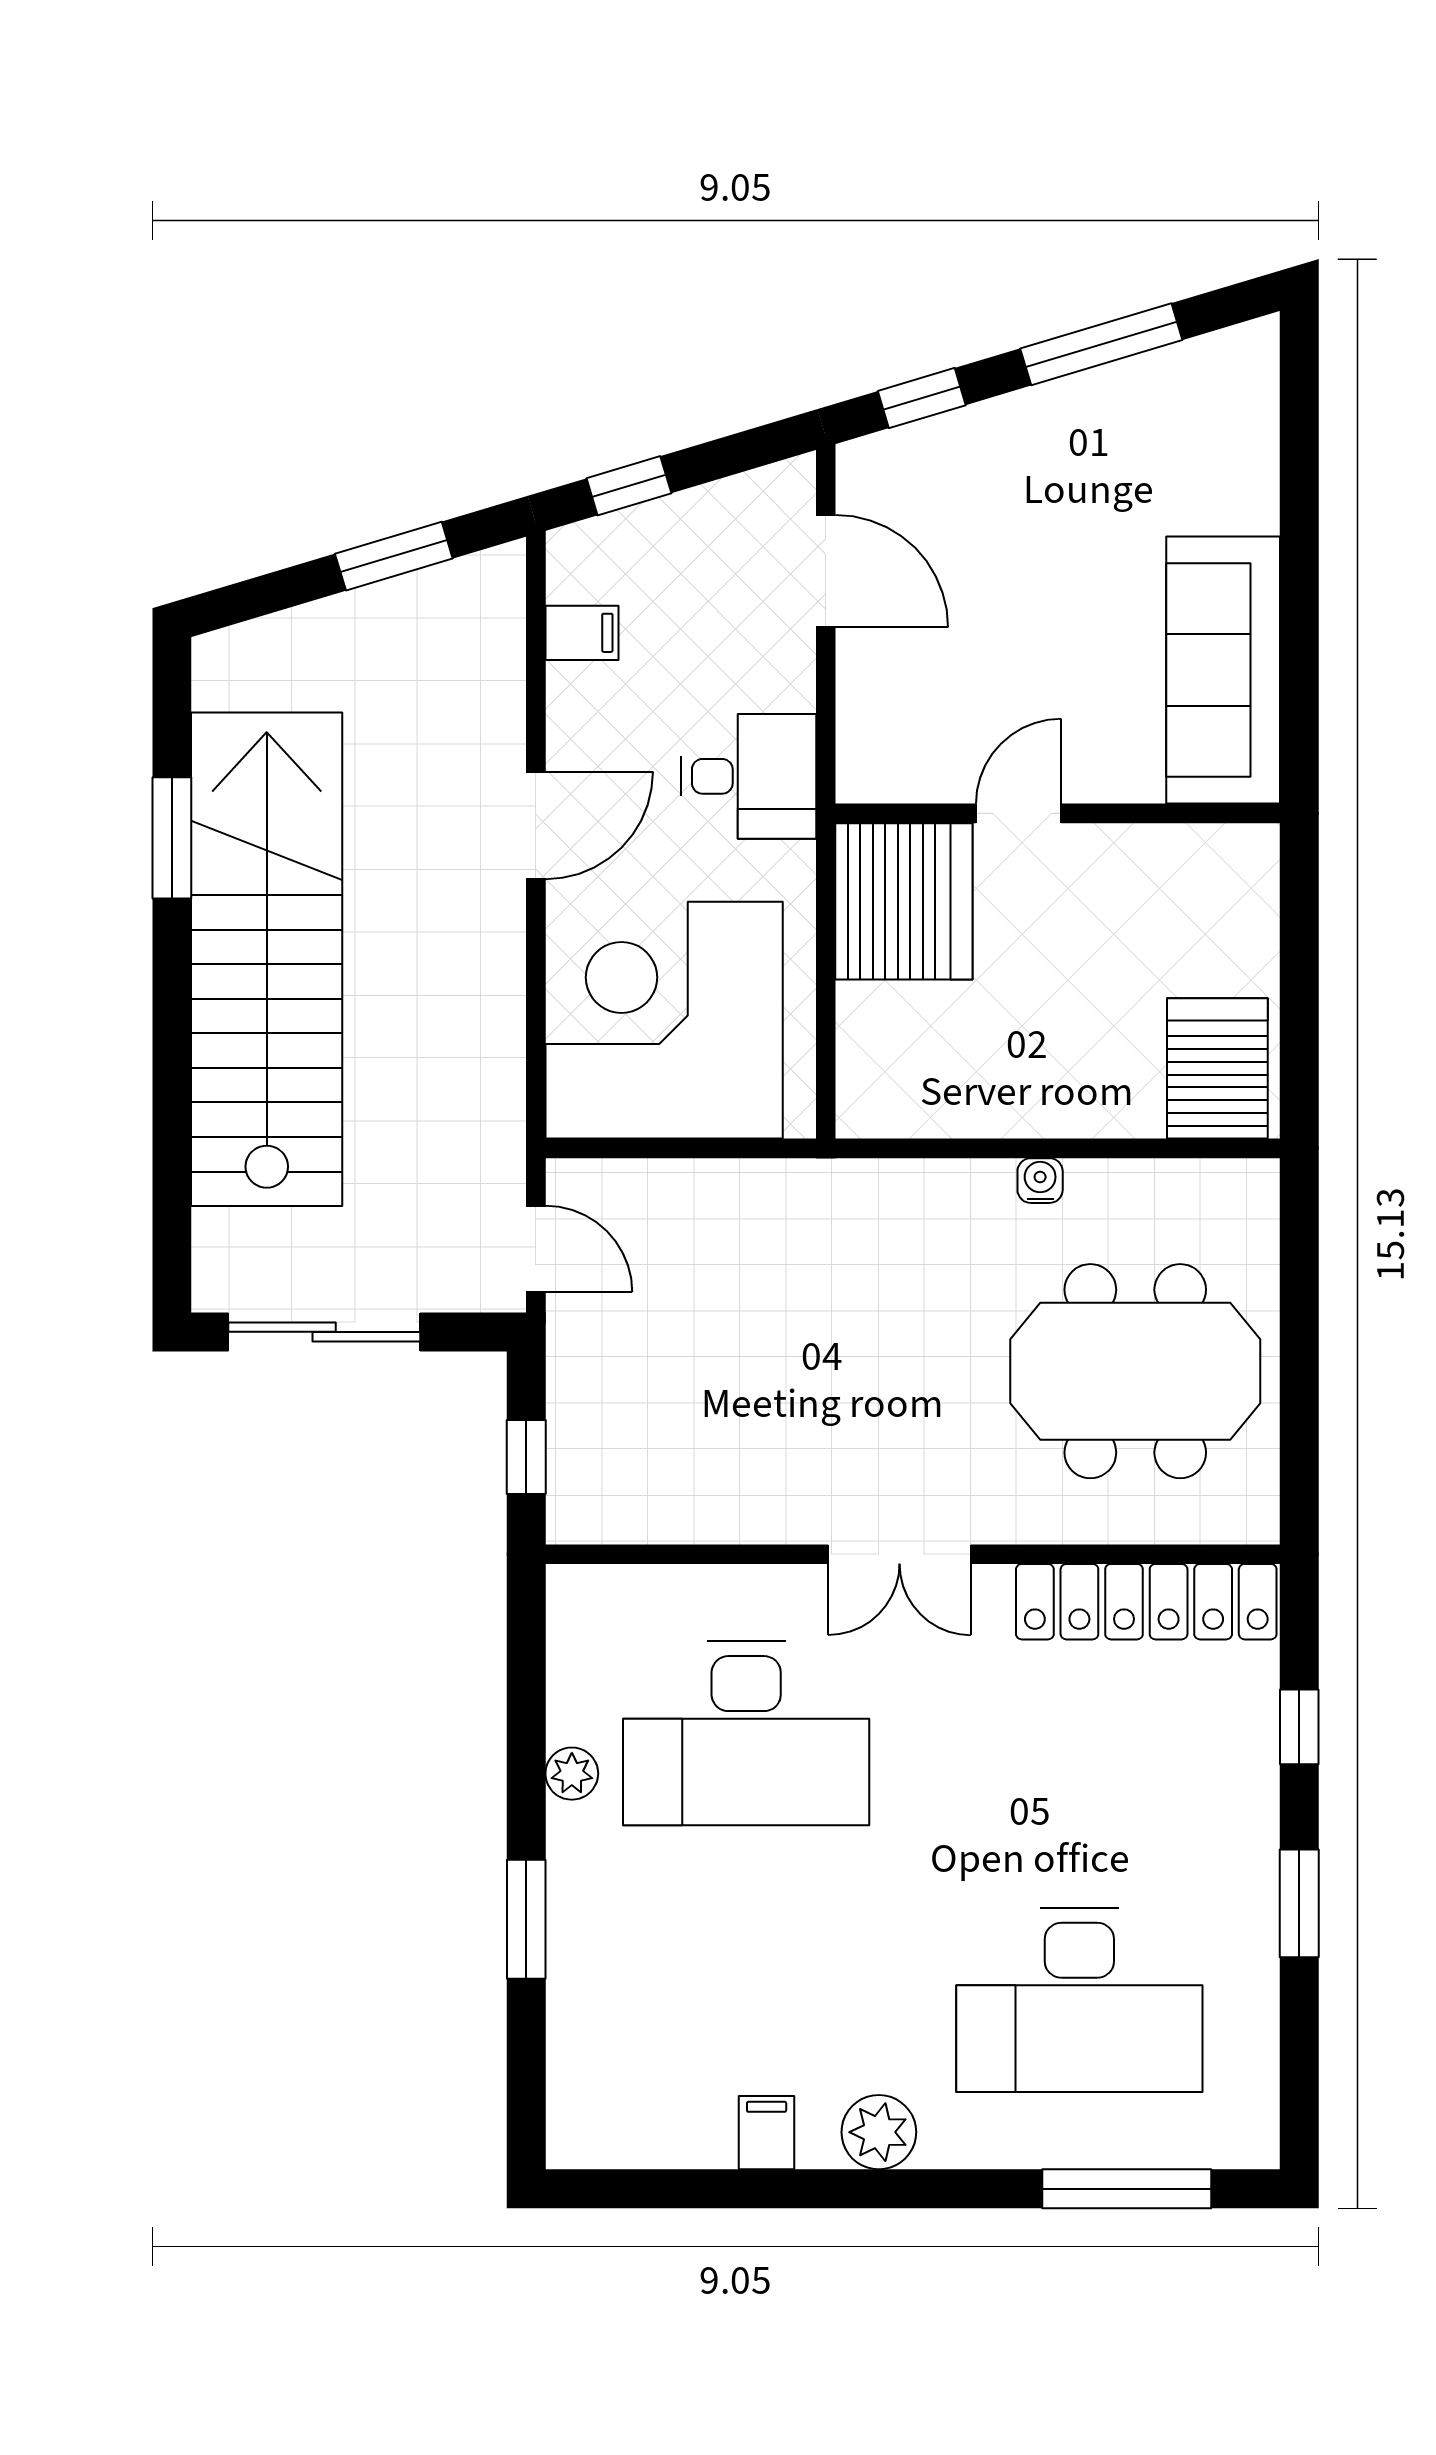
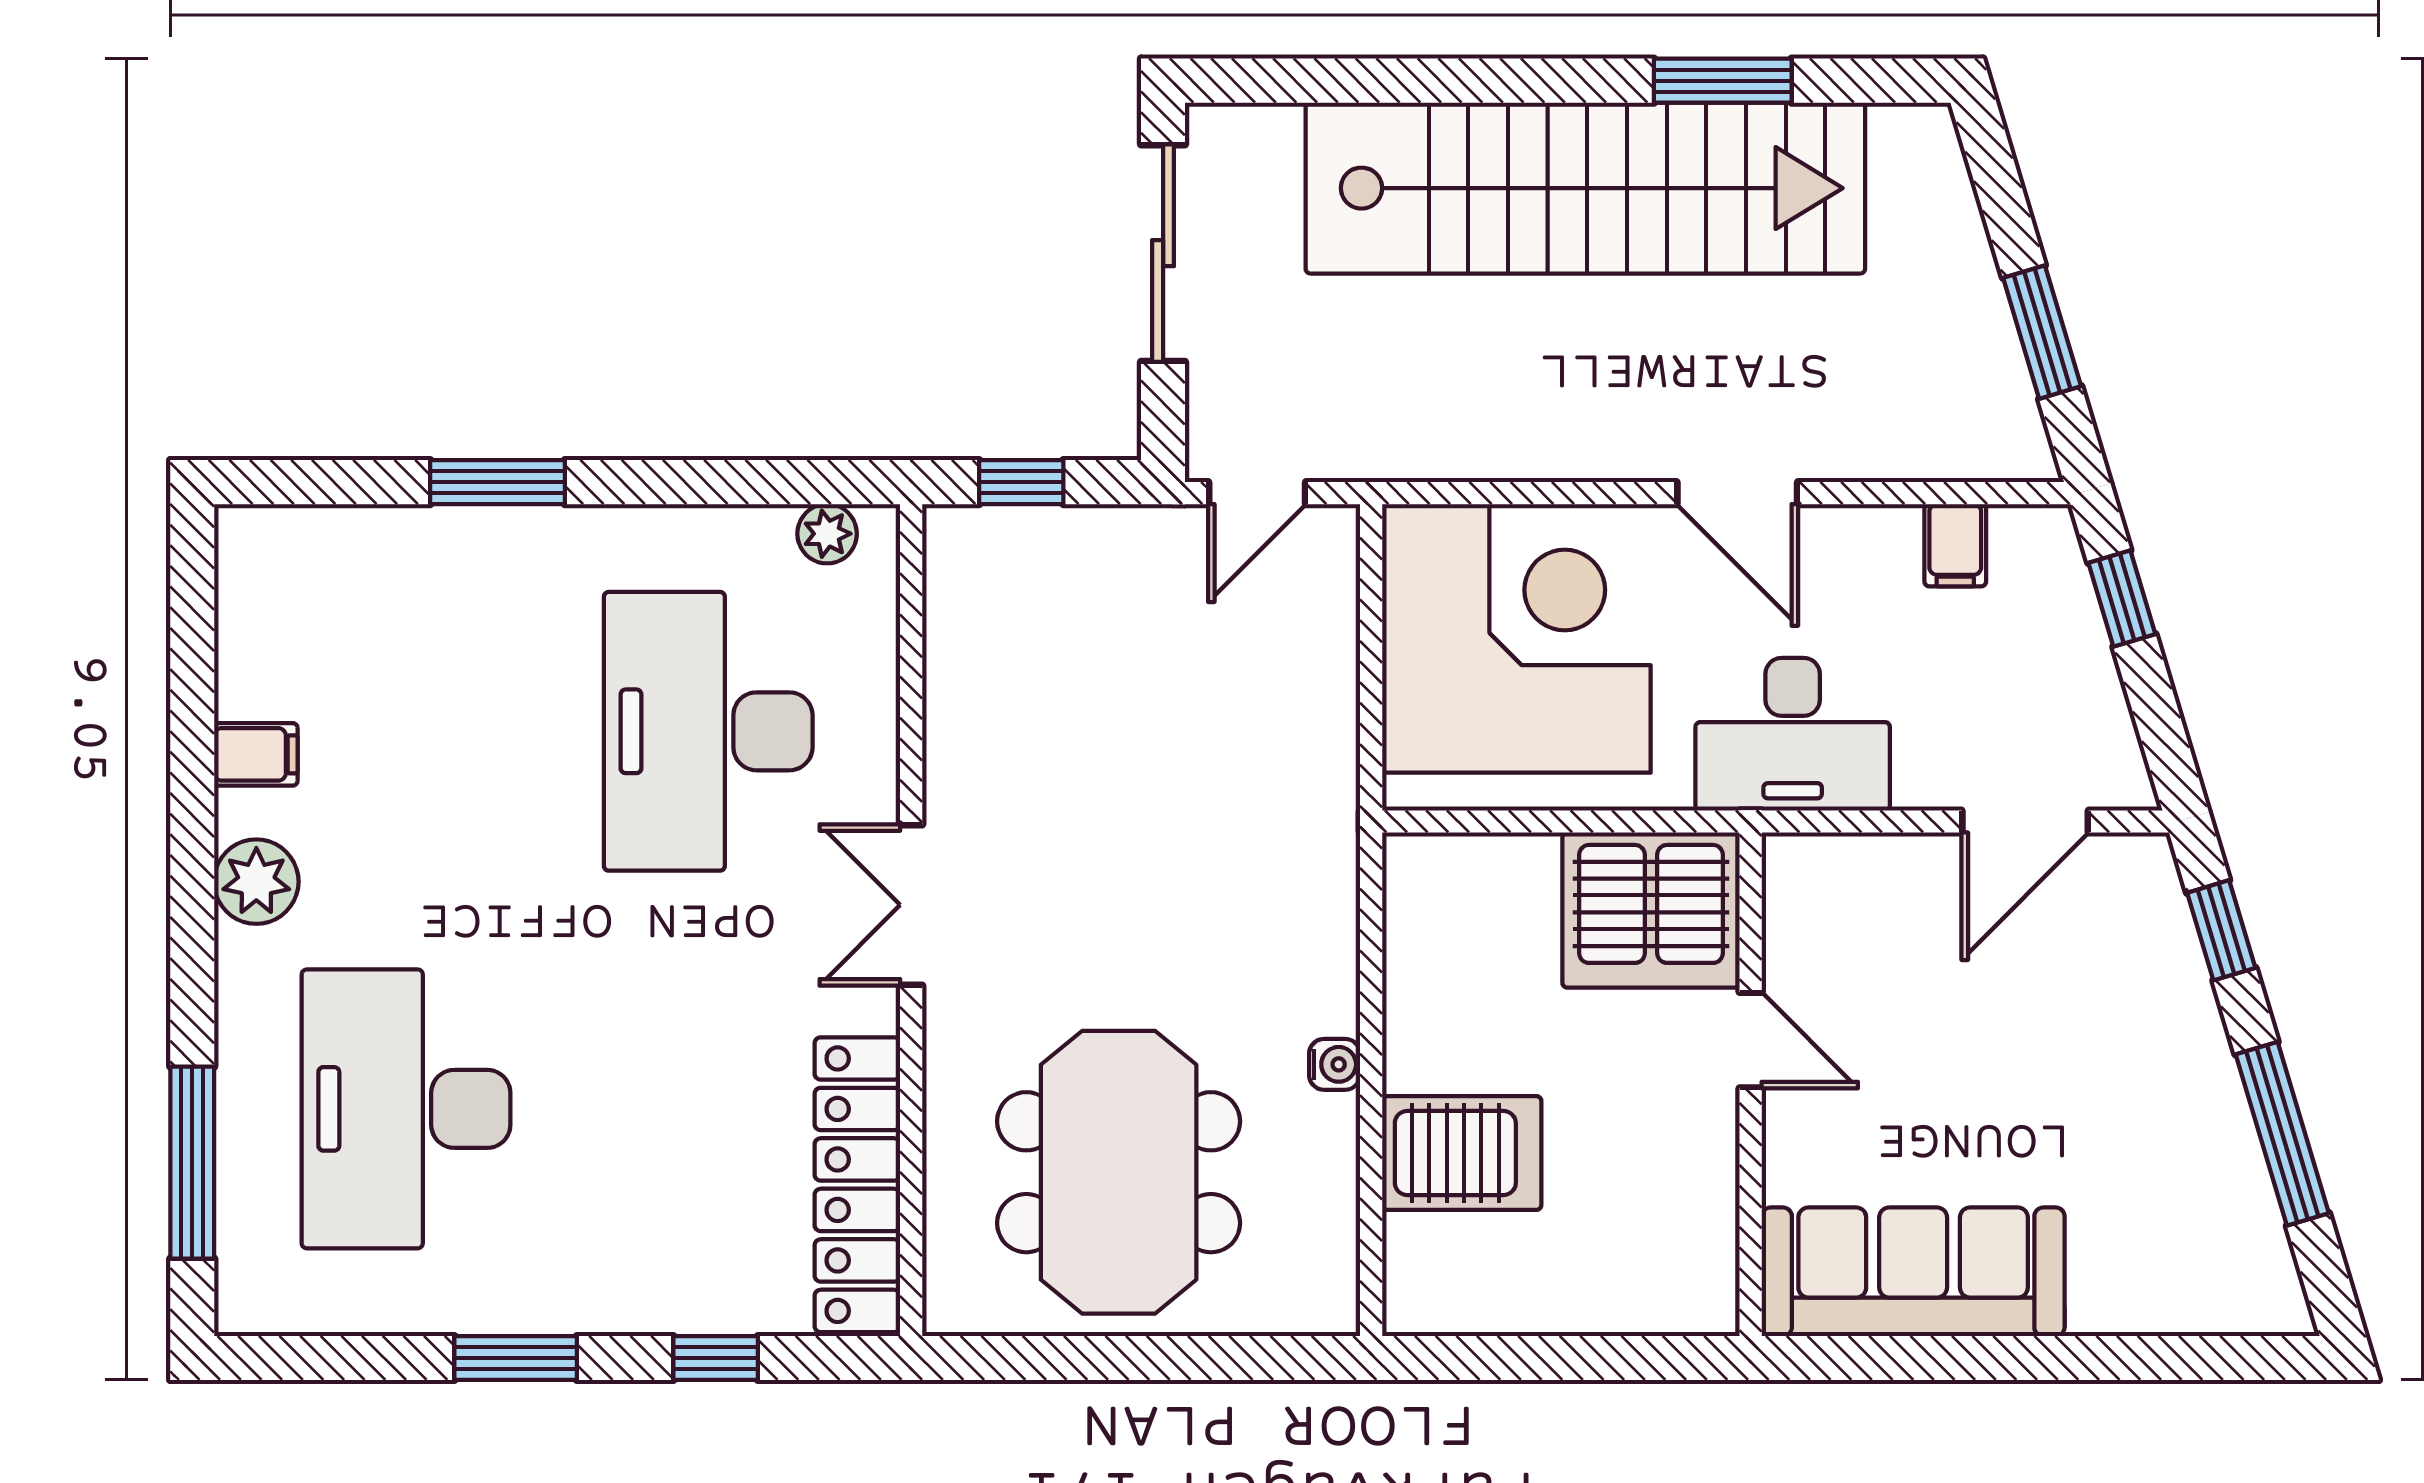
desk: (749, 776) -> (1793, 734), width x1.37
server rack: (1217, 1068) -> (1462, 1153), moved
plant: (572, 1774) -> (827, 534), moved

